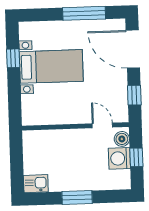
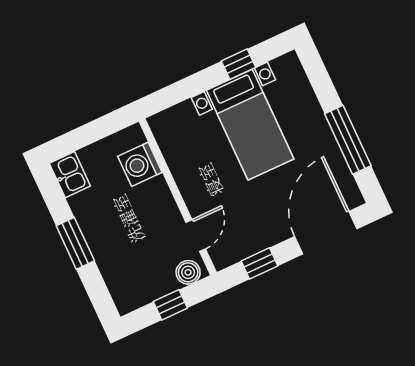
washing machine: (119, 158) -> (140, 164), moved, turned -90

